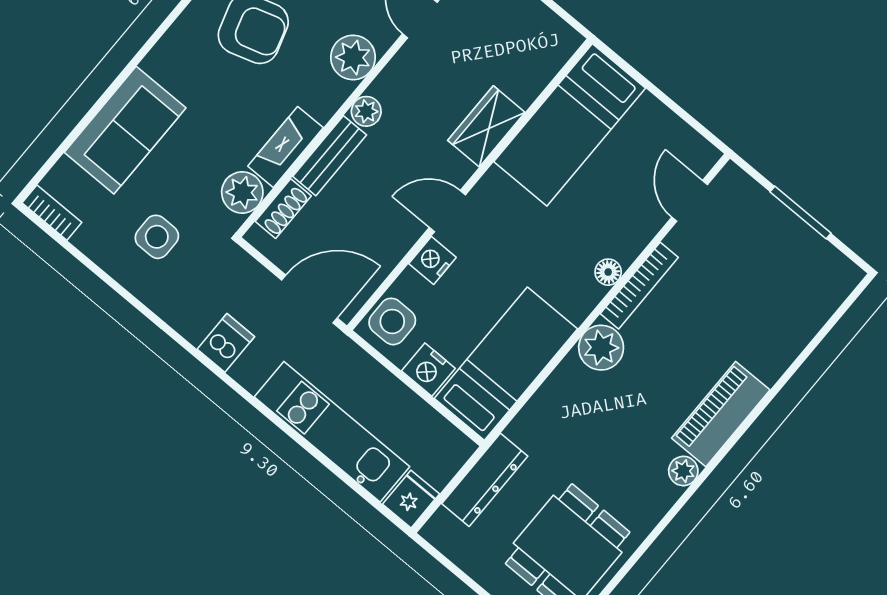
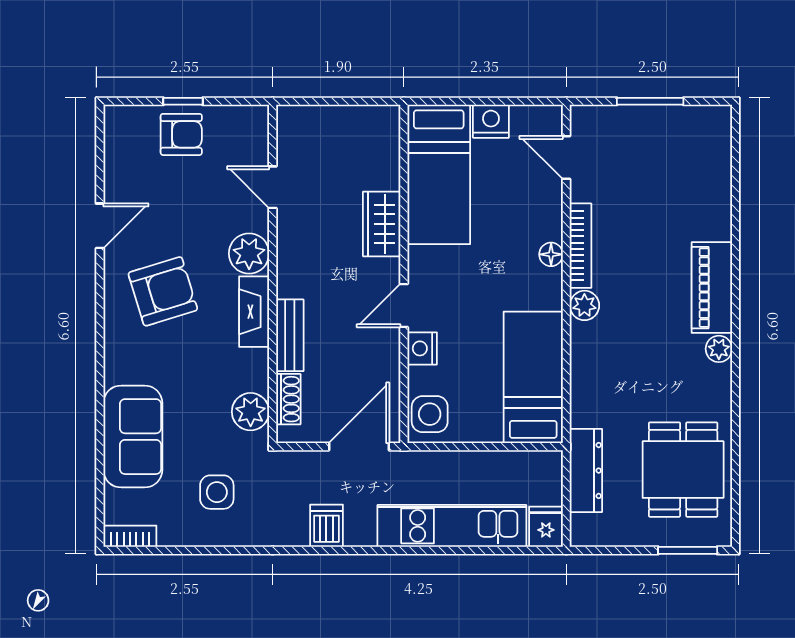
plant: (366, 111) -> (289, 283), removed
fireplace: (286, 147) -> (254, 312), moved
plant: (601, 348) -> (584, 305), width x0.73, depth x0.73
nightstand: (428, 370) -> (491, 121), moved, turned 180

